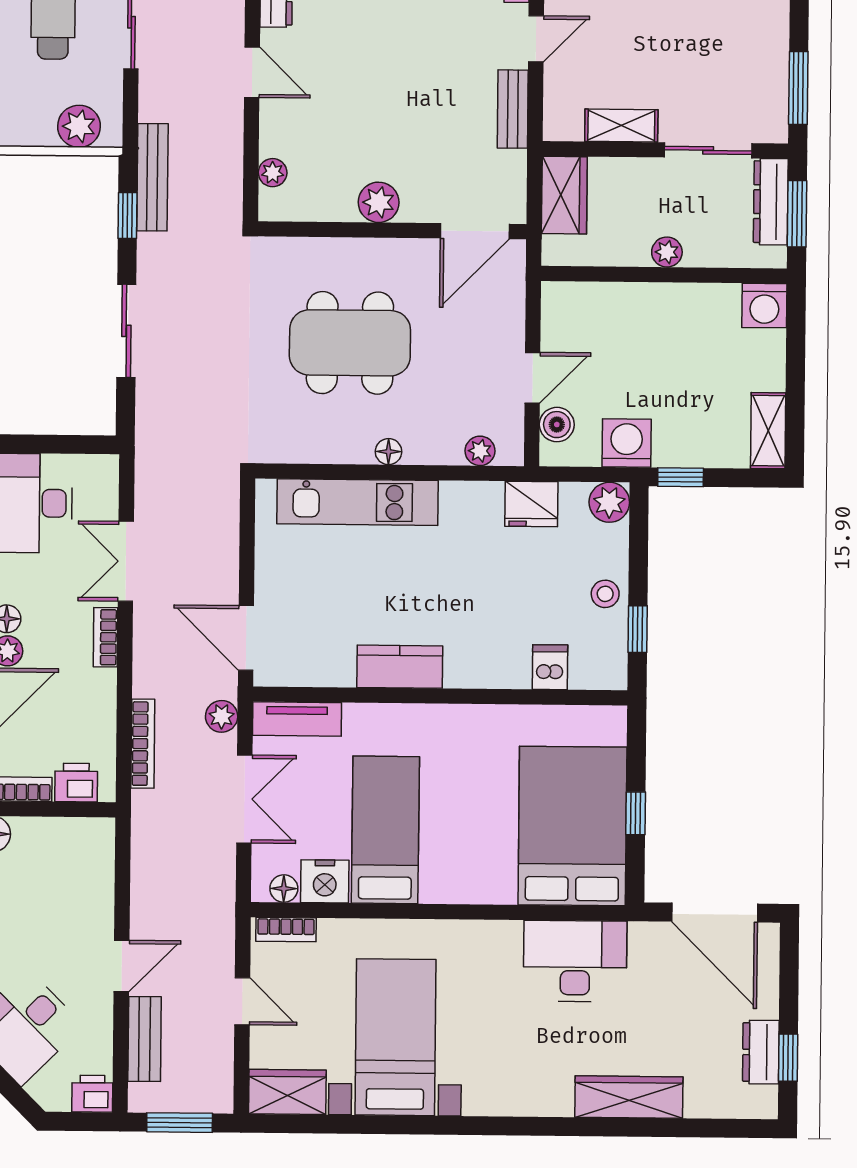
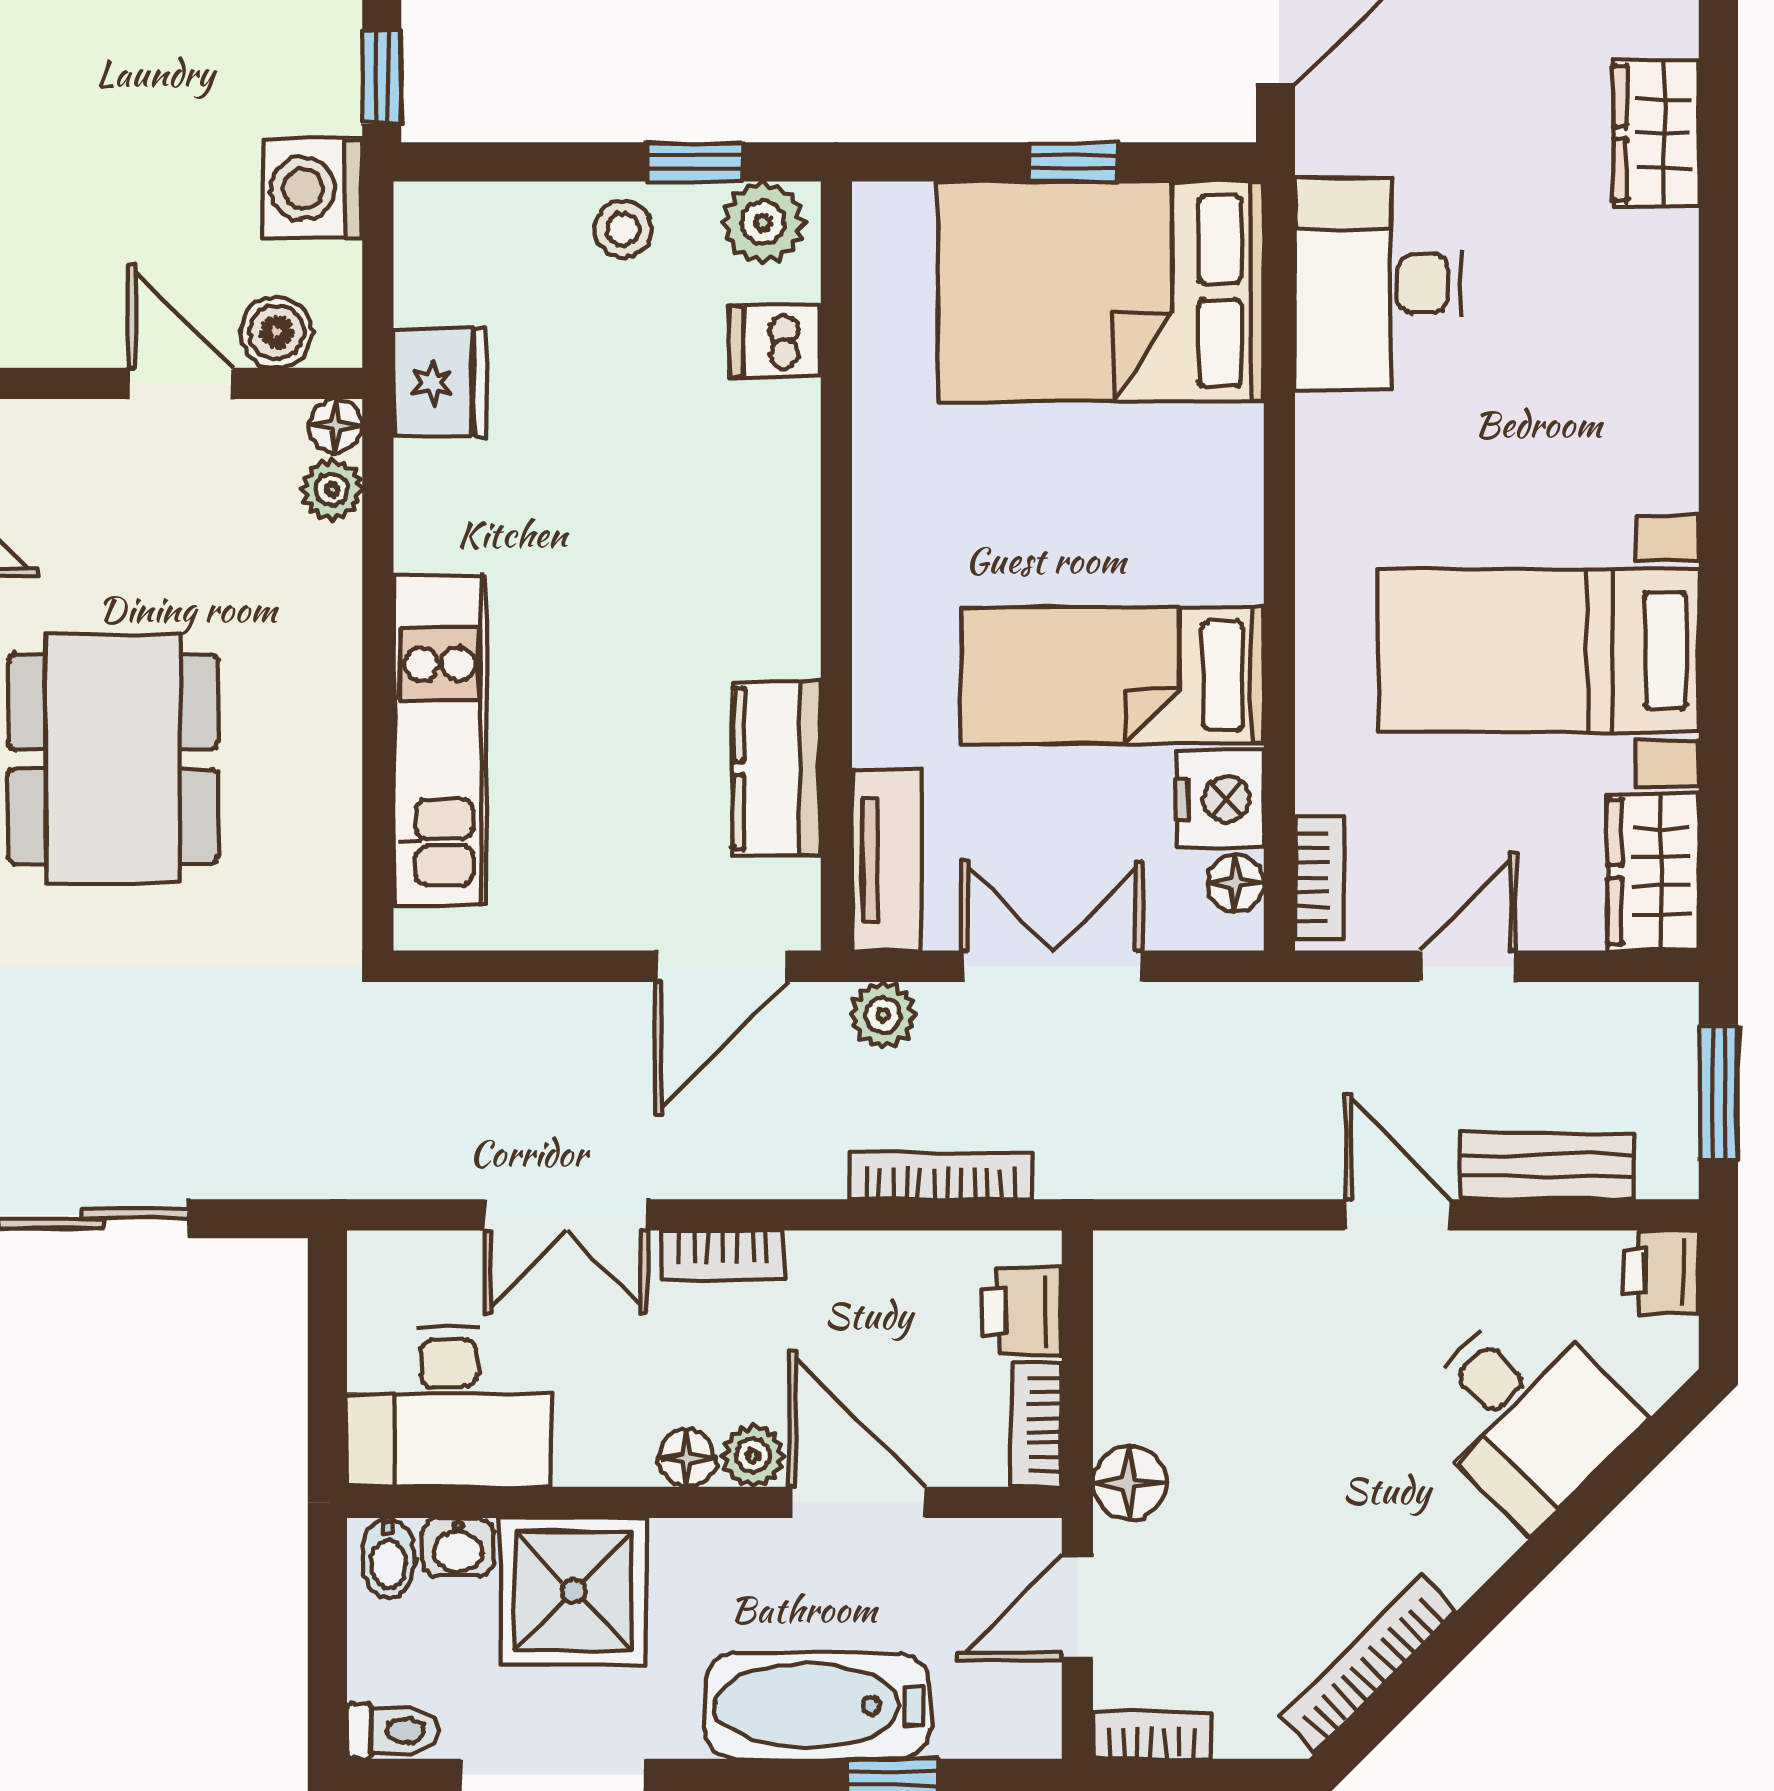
floor lamp: (388, 452) -> (335, 426), moved
plant: (609, 502) -> (763, 223), moved
kitchen counter: (400, 667) -> (777, 768), moved
wardrobe: (629, 1097) -> (1656, 133), width x0.67

